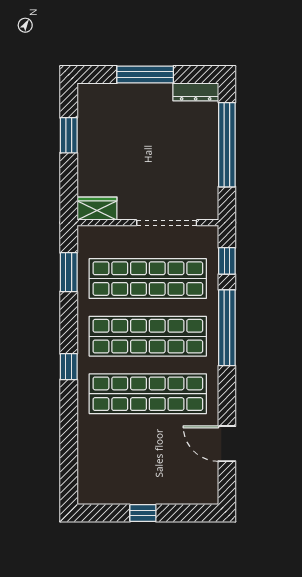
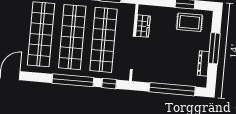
dresser: (196, 92) -> (203, 63), moved
rug: (102, 124) -> (189, 22), added
wardrobe: (97, 209) -> (143, 26), moved

